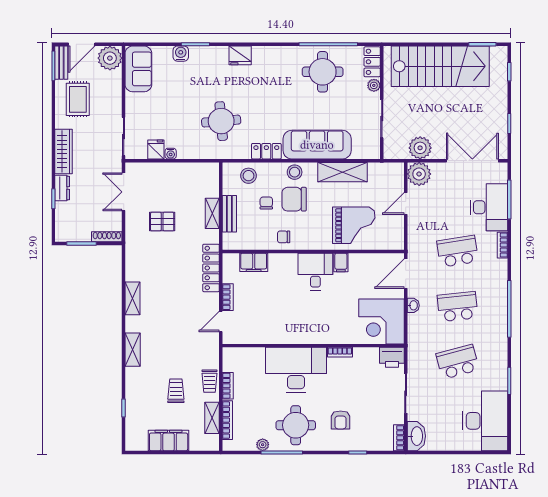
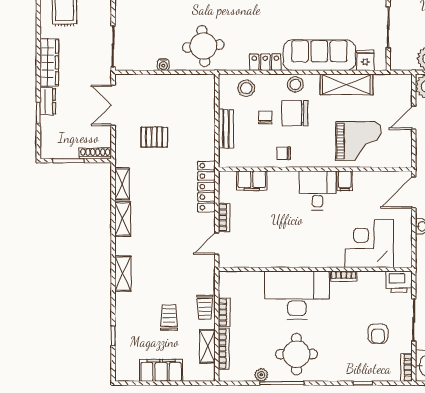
round table: (221, 121) -> (203, 46), moved
fridge: (156, 150) -> (365, 60), moved
shelving: (212, 213) -> (122, 184), moved
corner desk: (382, 321) -> (369, 244), moved, turned 90
armchair: (341, 420) -> (378, 334), moved

